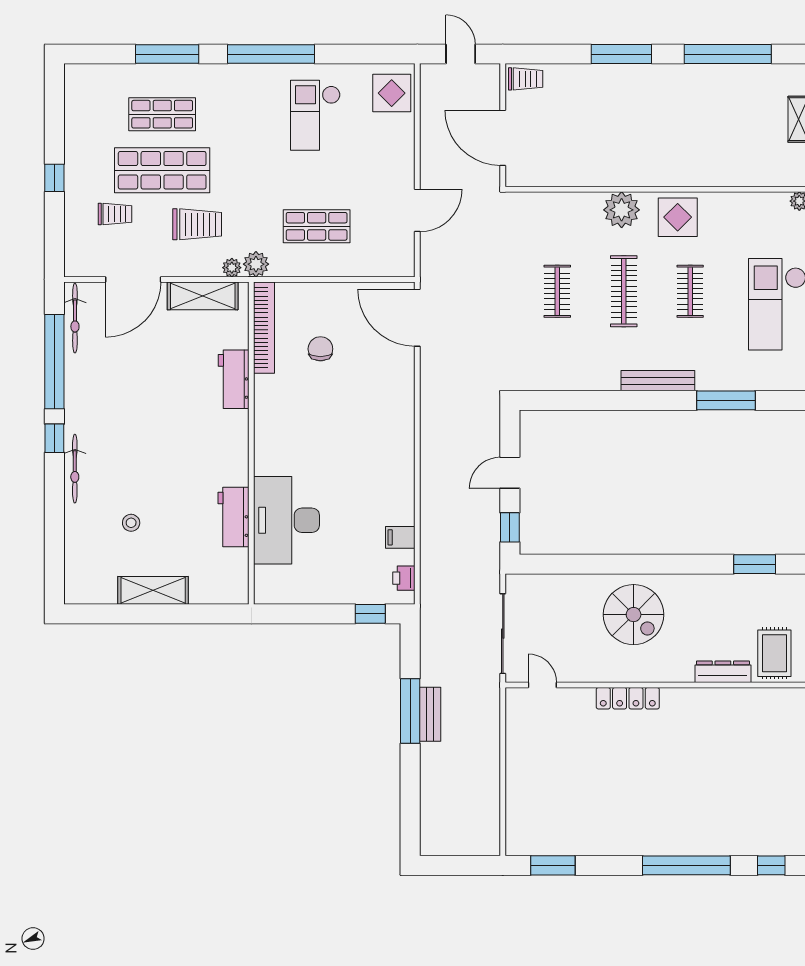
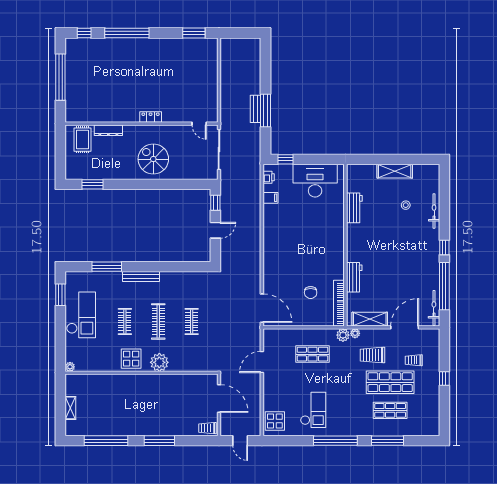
bicycle: (75, 469) -> (434, 211), moved
desk: (286, 520) -> (315, 181), moved, turned -90
locker: (628, 698) -> (151, 117), width x0.66

